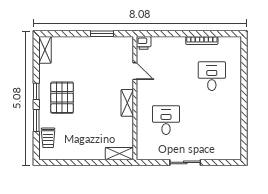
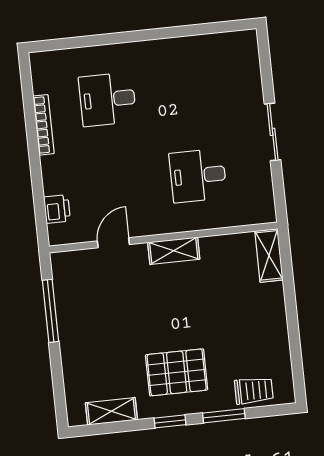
window: (102, 34) -> (51, 311), width x1.44
printer: (144, 43) -> (57, 209), moved
shelving: (45, 50) -> (111, 411), moved

